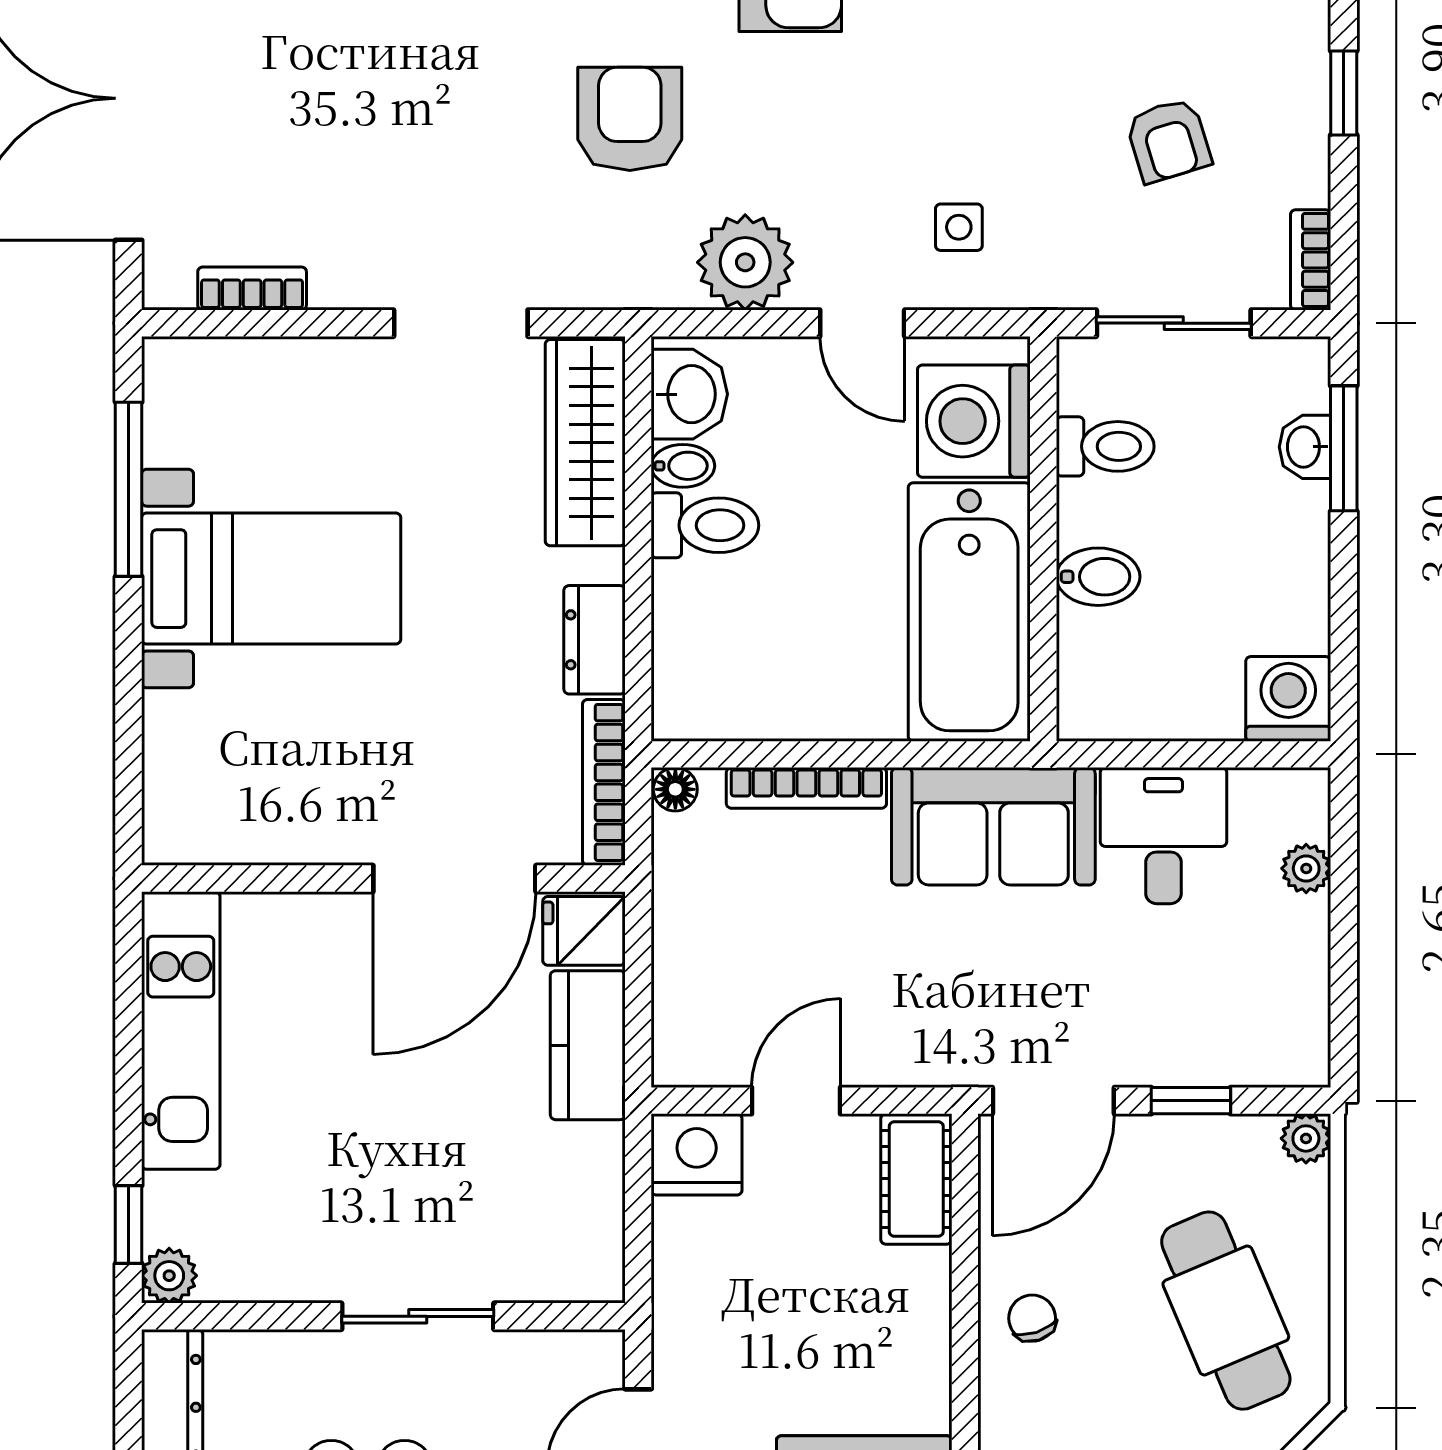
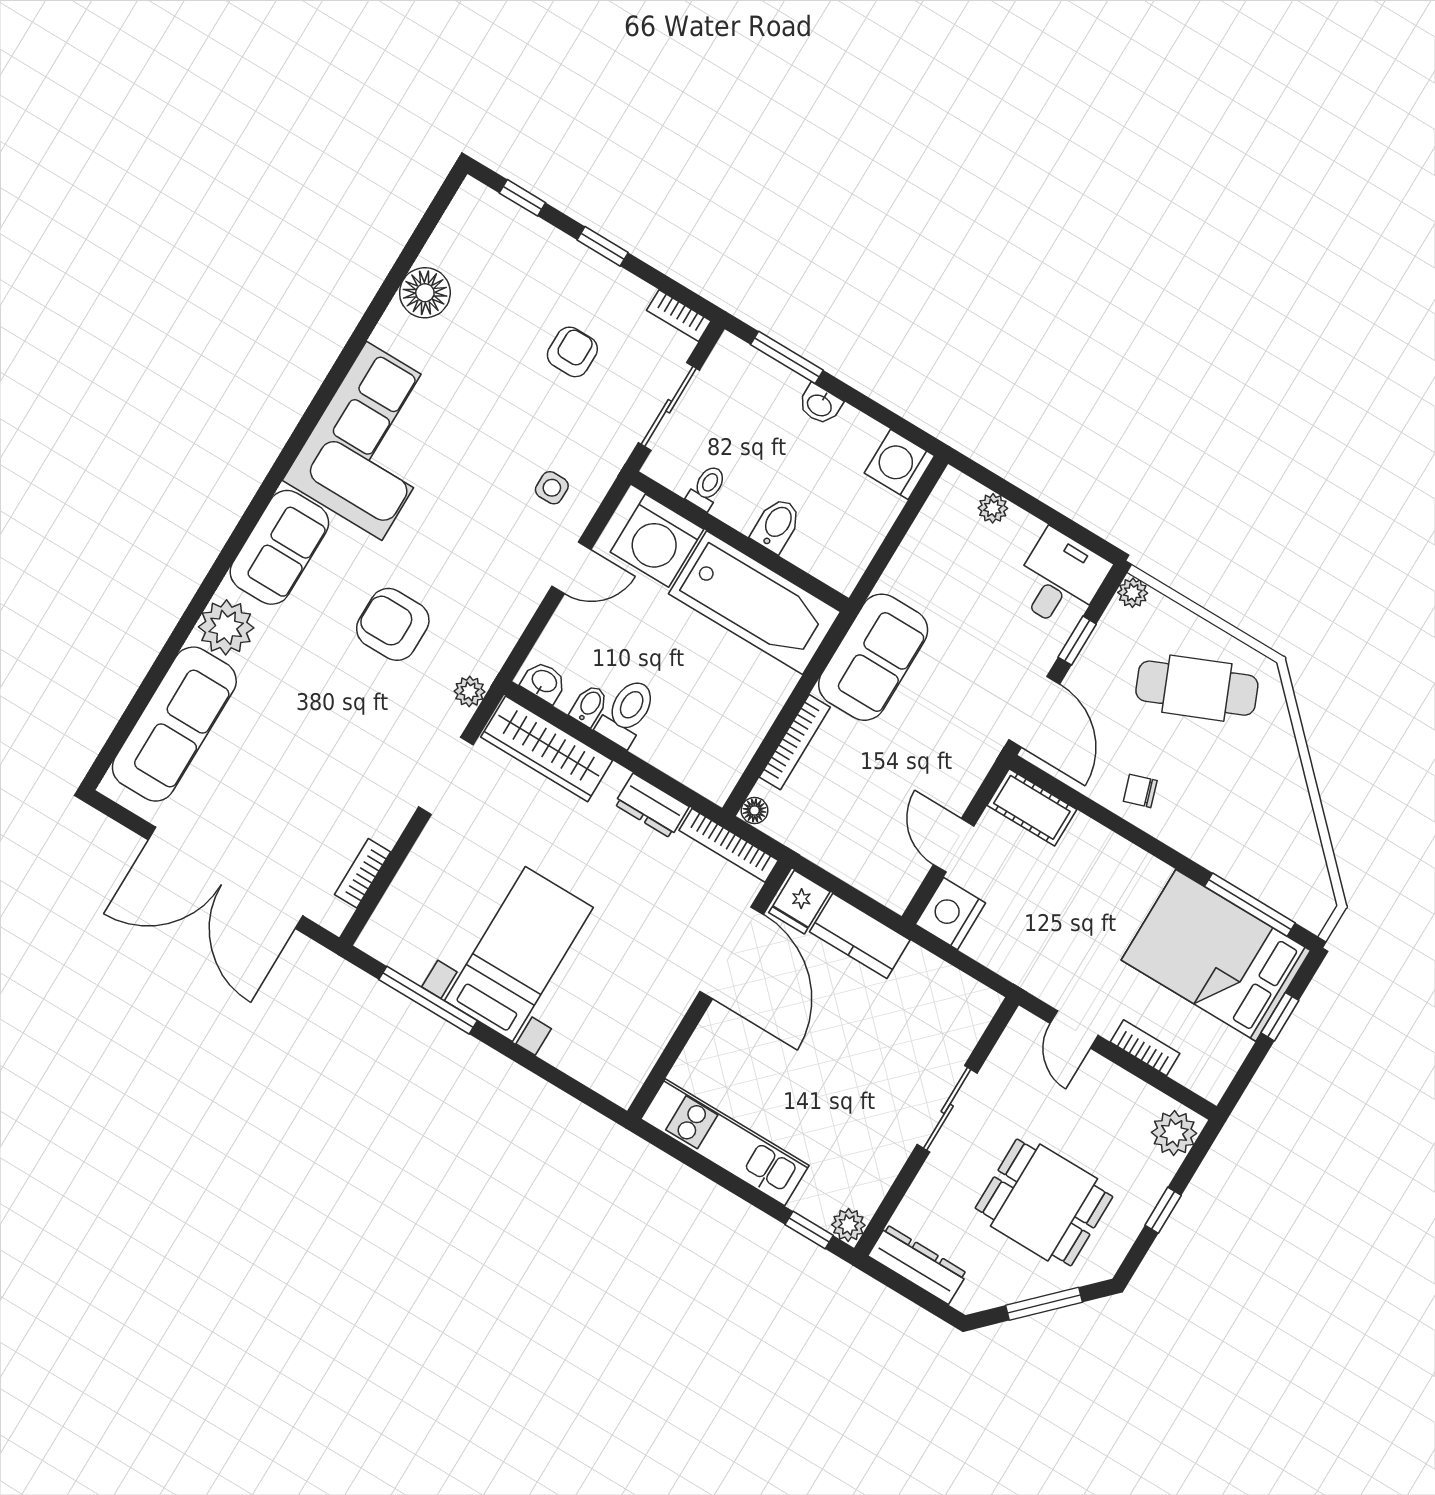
armchair: (1168, 140) -> (572, 352), turned -73
plant: (745, 262) -> (469, 691), moved, width x0.53, depth x0.53
washbasin: (689, 394) -> (544, 682), width x0.72, depth x0.69
toilet: (1105, 446) -> (707, 487), width x0.73, depth x0.72
washbasin: (1305, 447) -> (820, 405), moved
desk: (1163, 836) -> (1060, 580), moved, turned 90

